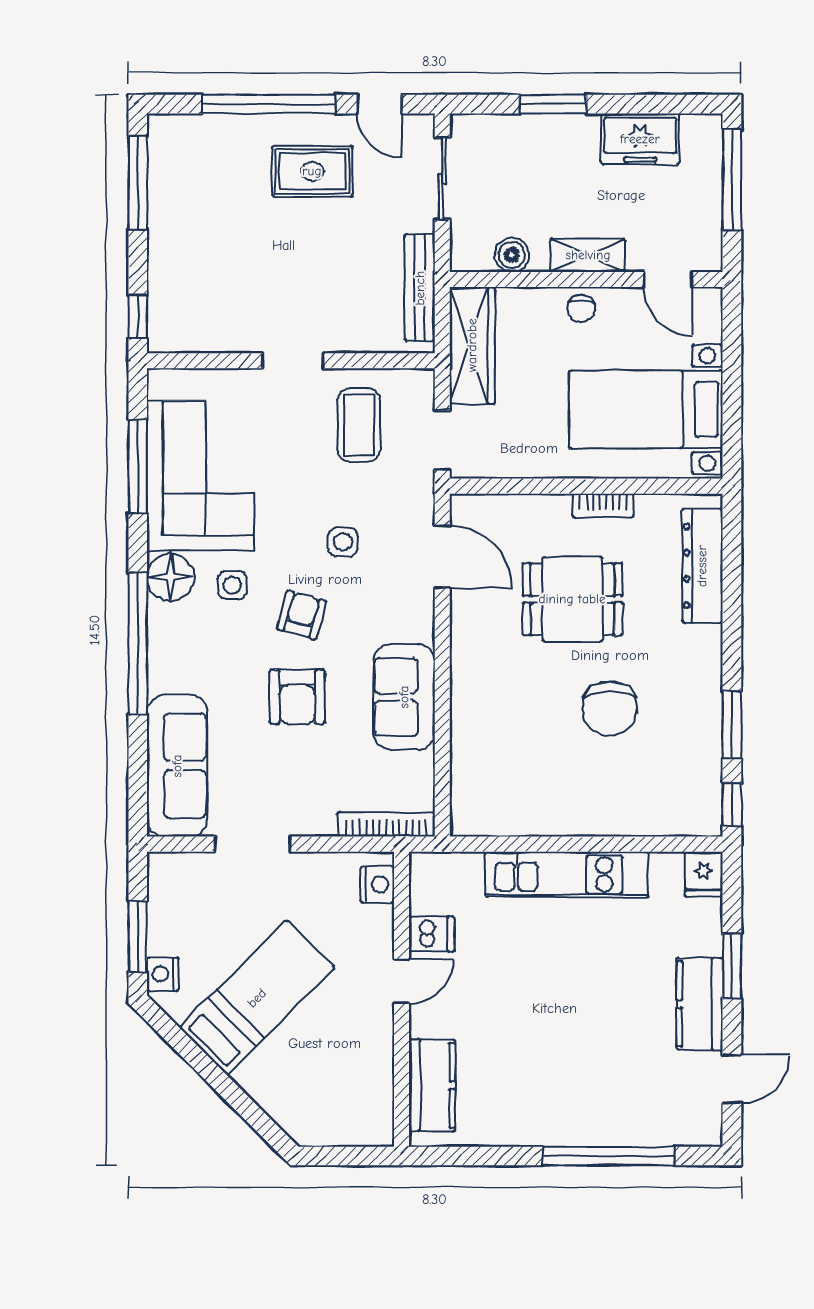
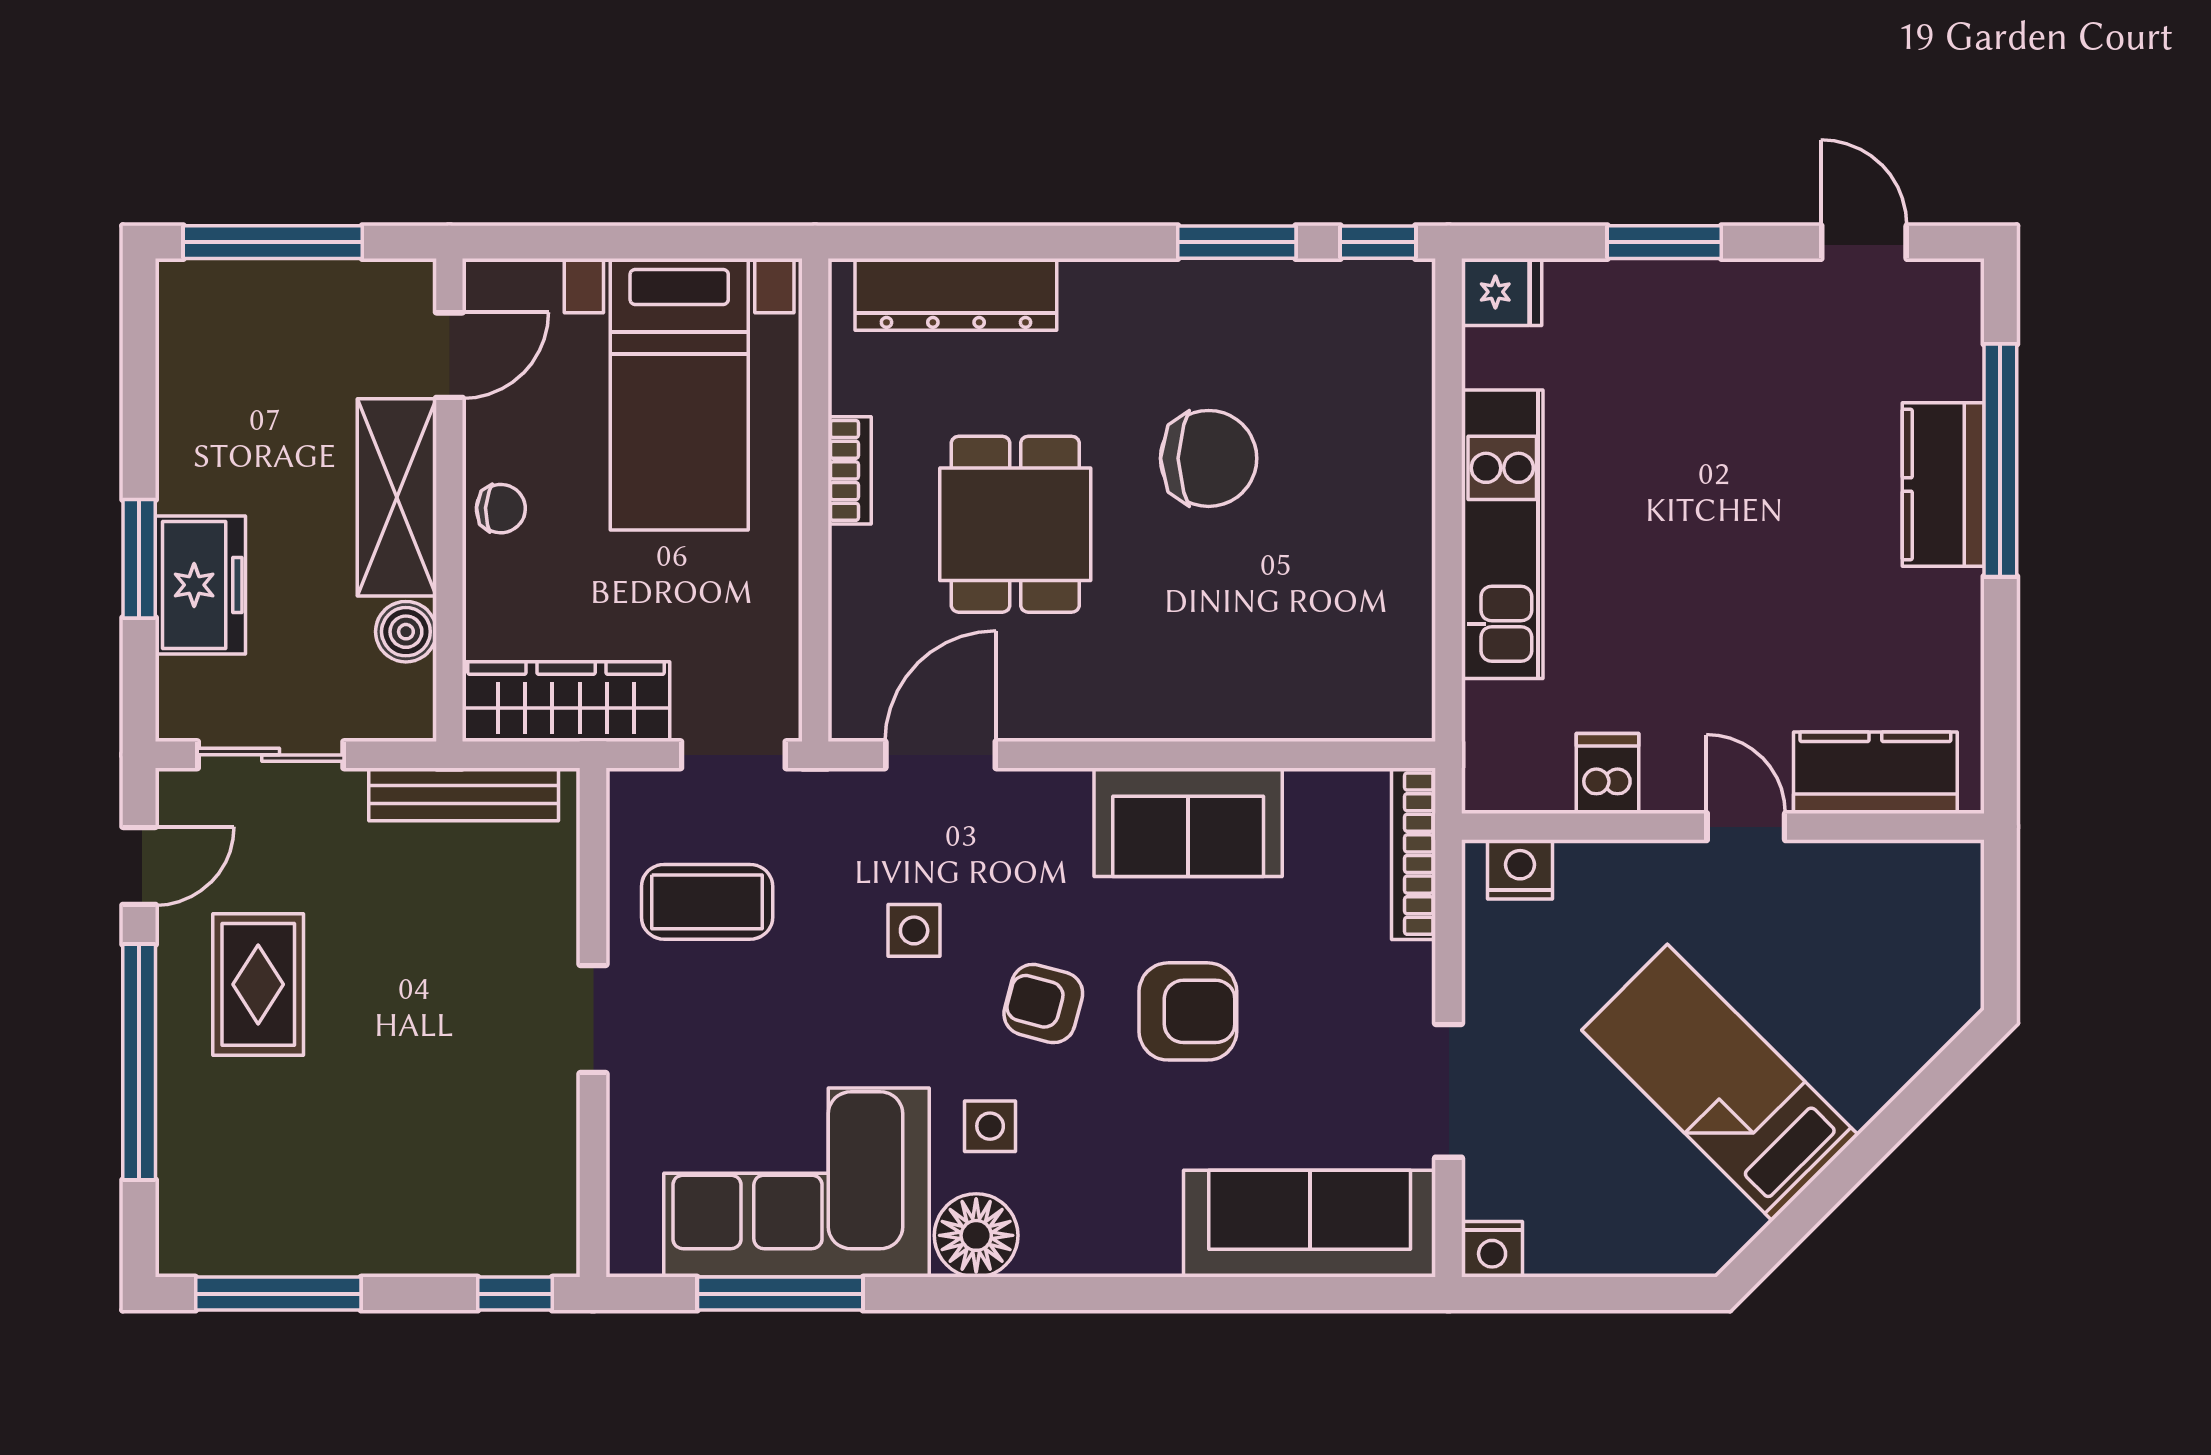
freezer: (640, 139) -> (200, 585), moved
shelving: (588, 255) -> (397, 497), width x1.50, depth x1.33
window: (138, 643) -> (1093, 1294), removed
window: (138, 937) -> (1612, 1294), removed
nightstand: (163, 974) -> (1492, 1249), moved
door: (402, 981) -> (1746, 827), moved
kitchen counter: (700, 1004) -> (1943, 485), moved, turned 90

